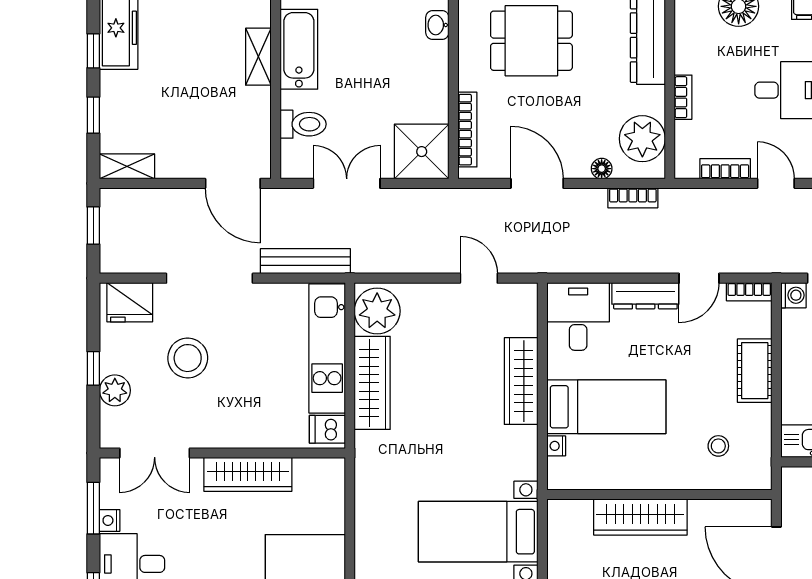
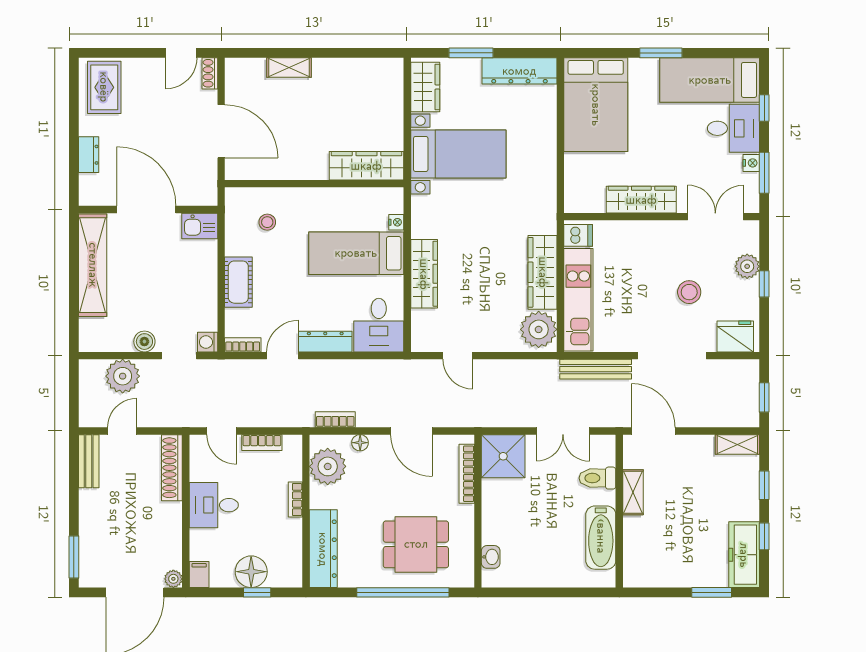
shelving: (258, 57) -> (633, 492), moved
stool: (188, 358) -> (689, 292), width x0.73, depth x0.73
wardrobe: (640, 517) -> (366, 166), moved

